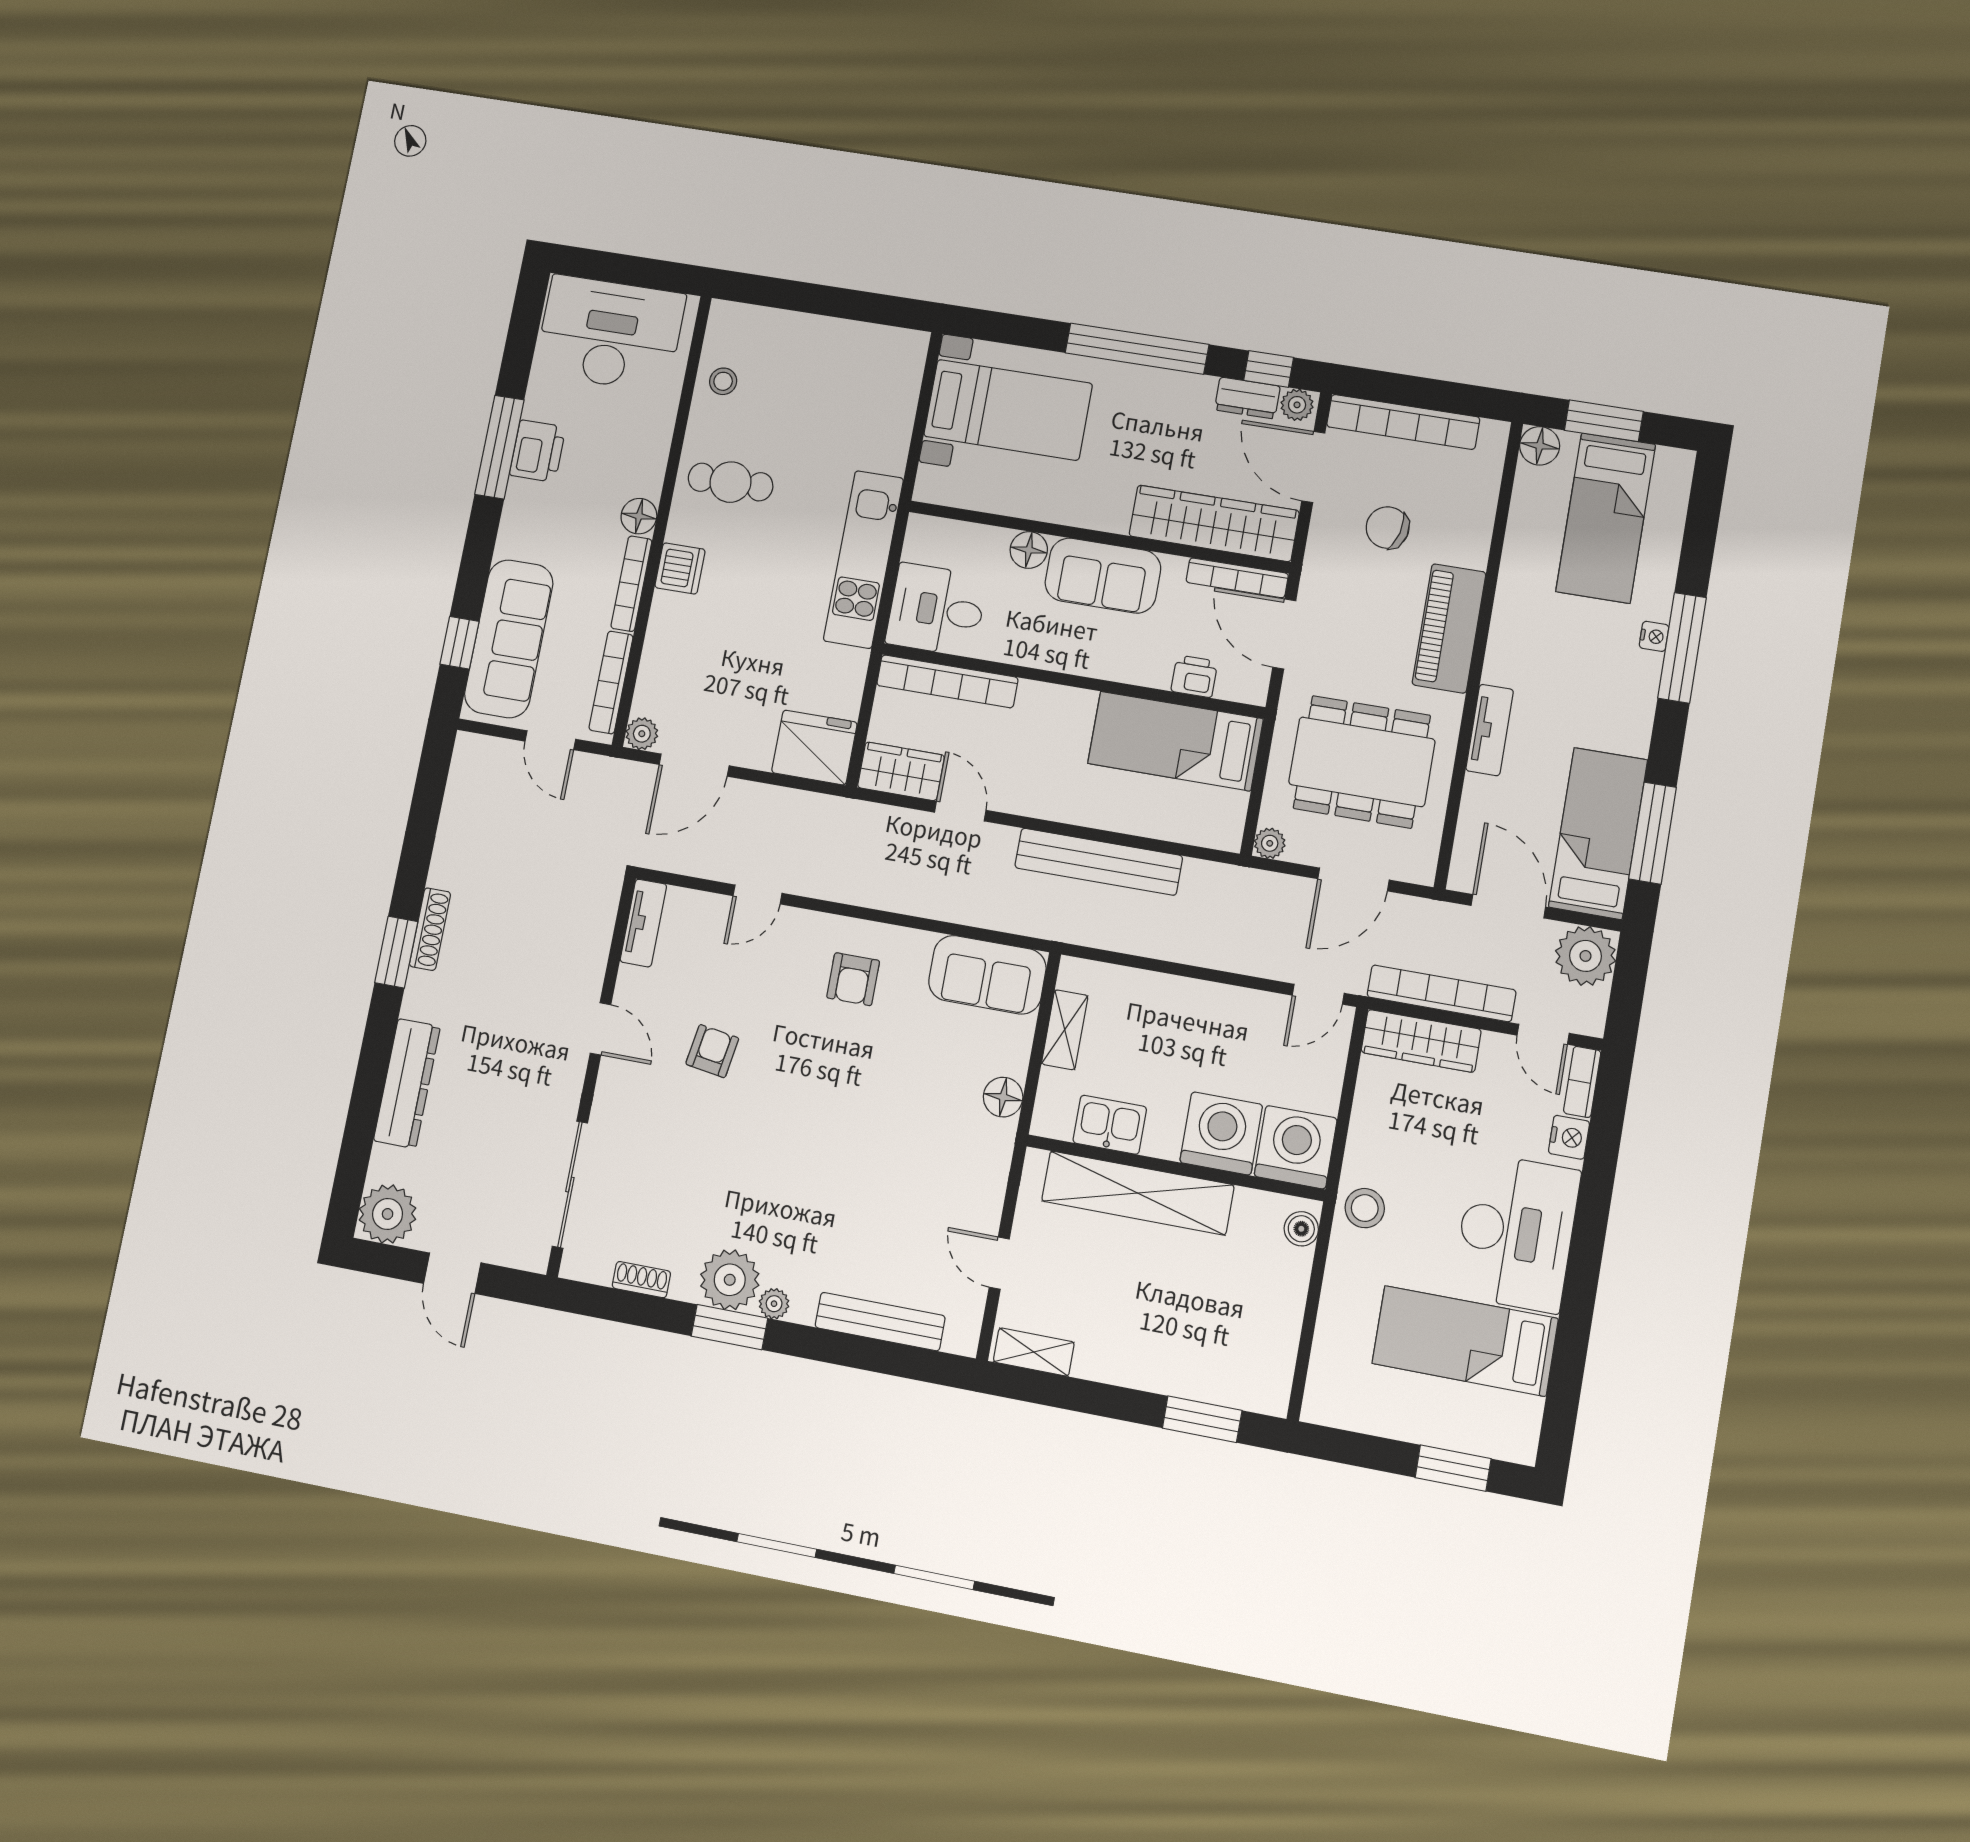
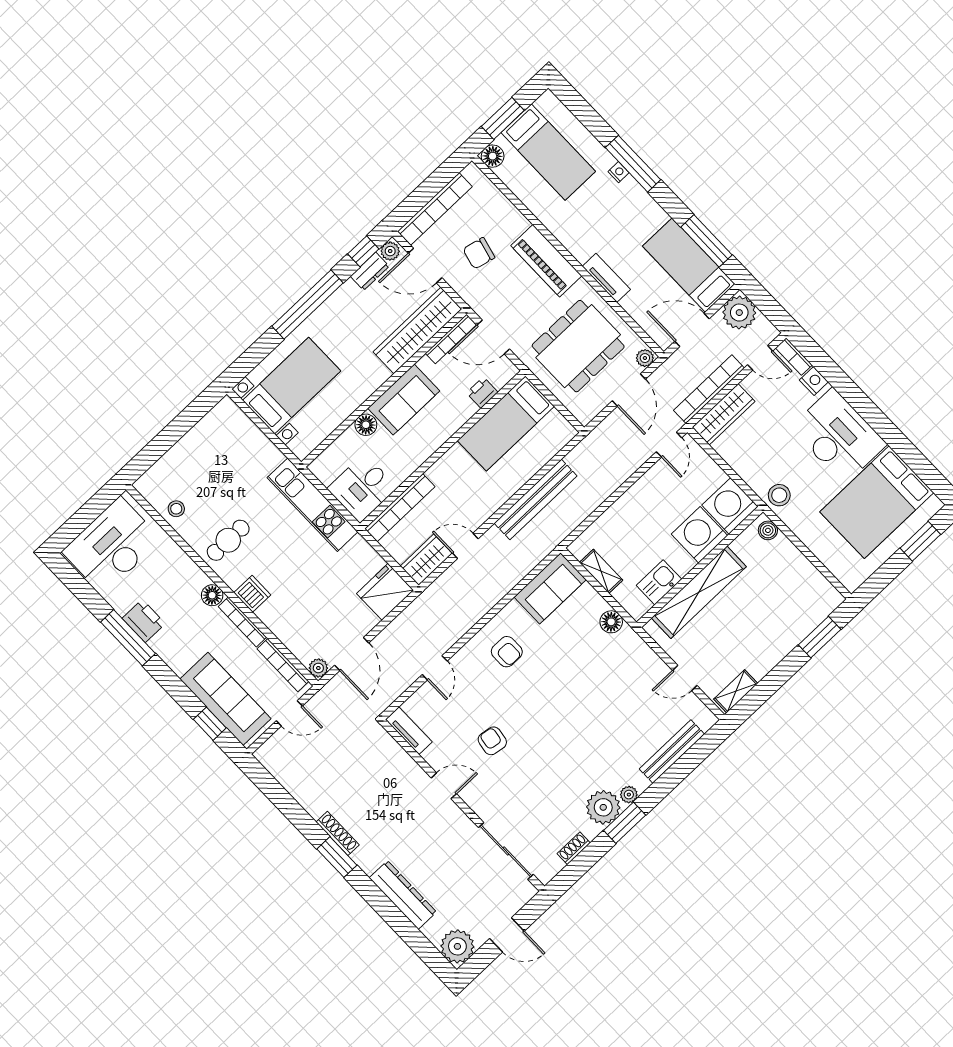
plant: (1270, 843) -> (645, 358), moved
bed: (1465, 1341) -> (877, 502), width x1.50

